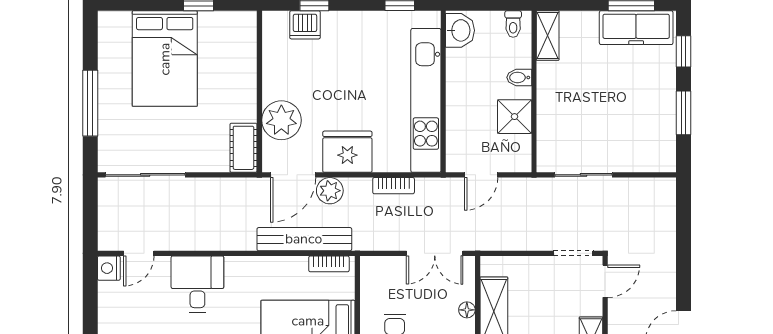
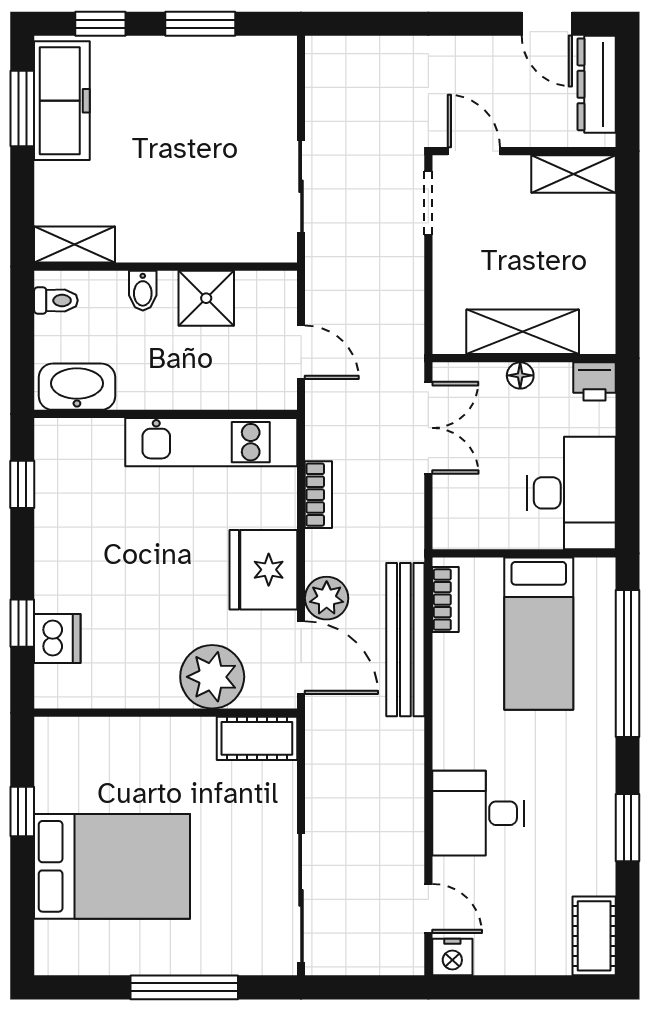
washbasin: (460, 30) -> (77, 387), width x1.38
kitchen unit: (426, 100) -> (211, 442), width x0.73

